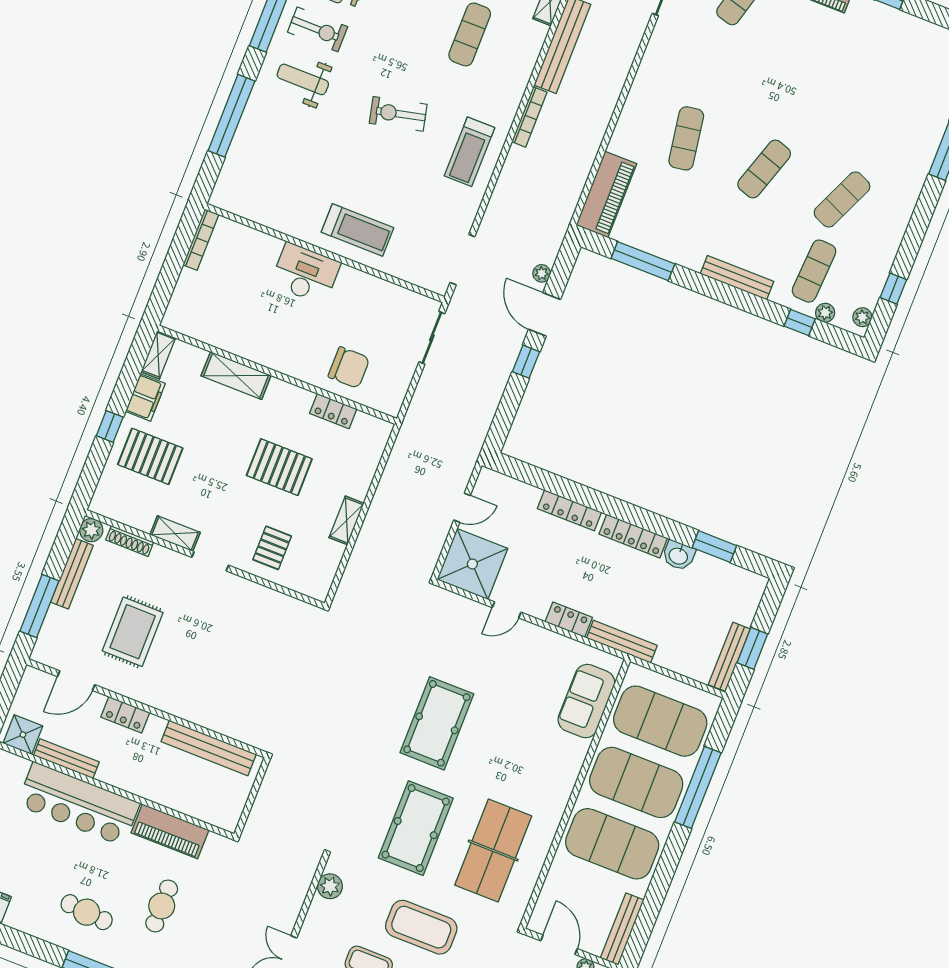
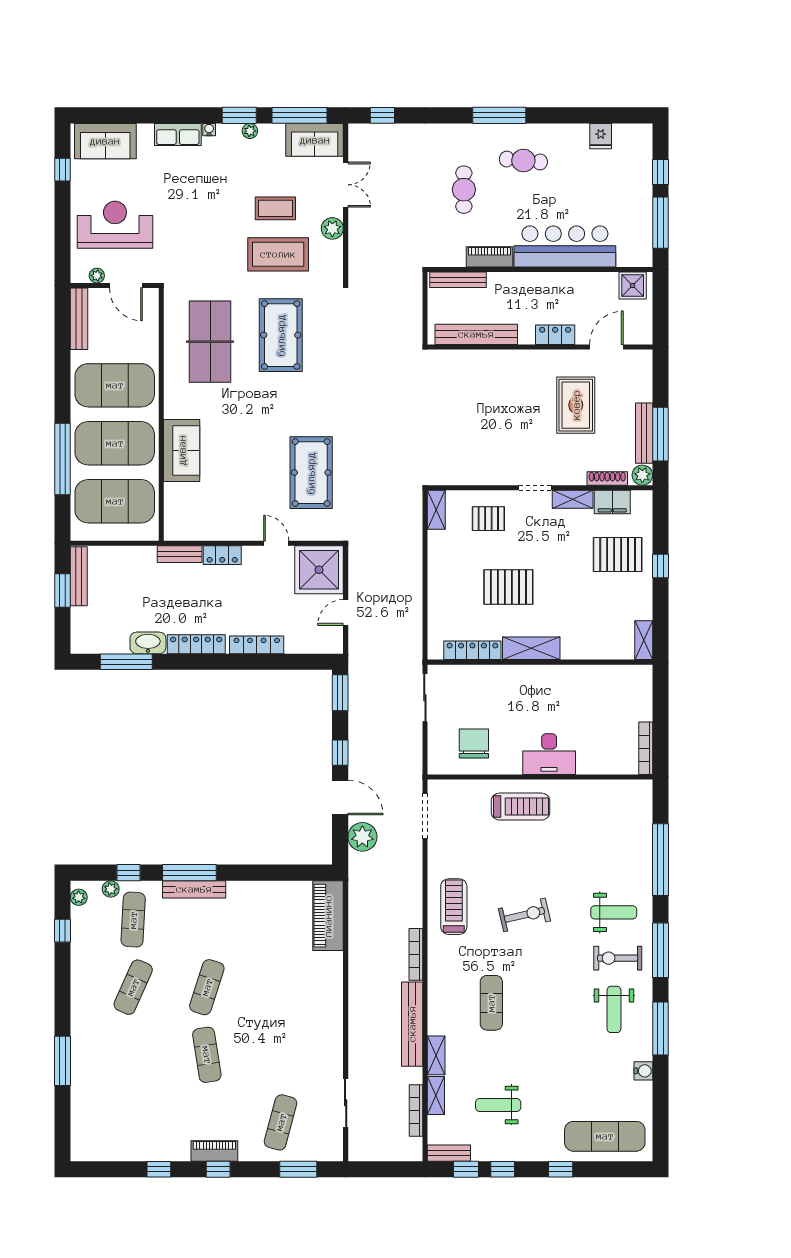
exercise mat: (686, 138) -> (207, 1055), moved
treadmill: (358, 230) -> (520, 807), turned 180
window: (643, 261) -> (189, 873), moved
plant: (542, 273) -> (362, 837), width x1.88, depth x1.88
sliding door: (432, 338) -> (425, 698), moved
chair: (349, 368) -> (474, 743), moved, turned 90
shelving: (236, 376) -> (531, 648), moved
filing cabinet: (145, 397) -> (612, 502), moved, turned -90
locker: (333, 411) -> (472, 650), width x1.53
window: (501, 425) -> (340, 693), added
shelving: (347, 520) -> (436, 510), moved
window: (714, 547) -> (126, 662), width x1.44
pallet: (272, 548) -> (488, 519), turned 90
washbasin: (679, 555) -> (148, 643), width x1.38
window: (39, 606) -> (660, 434), moved
door: (507, 610) -> (276, 543), hinge flipped
bench: (622, 642) -> (180, 554), width x0.73
sofa: (586, 701) -> (182, 450), moved
pool table: (437, 723) -> (311, 473), moved
bench: (66, 759) -> (458, 280), moved
piano: (170, 831) -> (489, 257), width x0.73, depth x0.75
plant: (330, 886) -> (332, 228), moved
coffee table: (421, 927) -> (278, 254), moved

